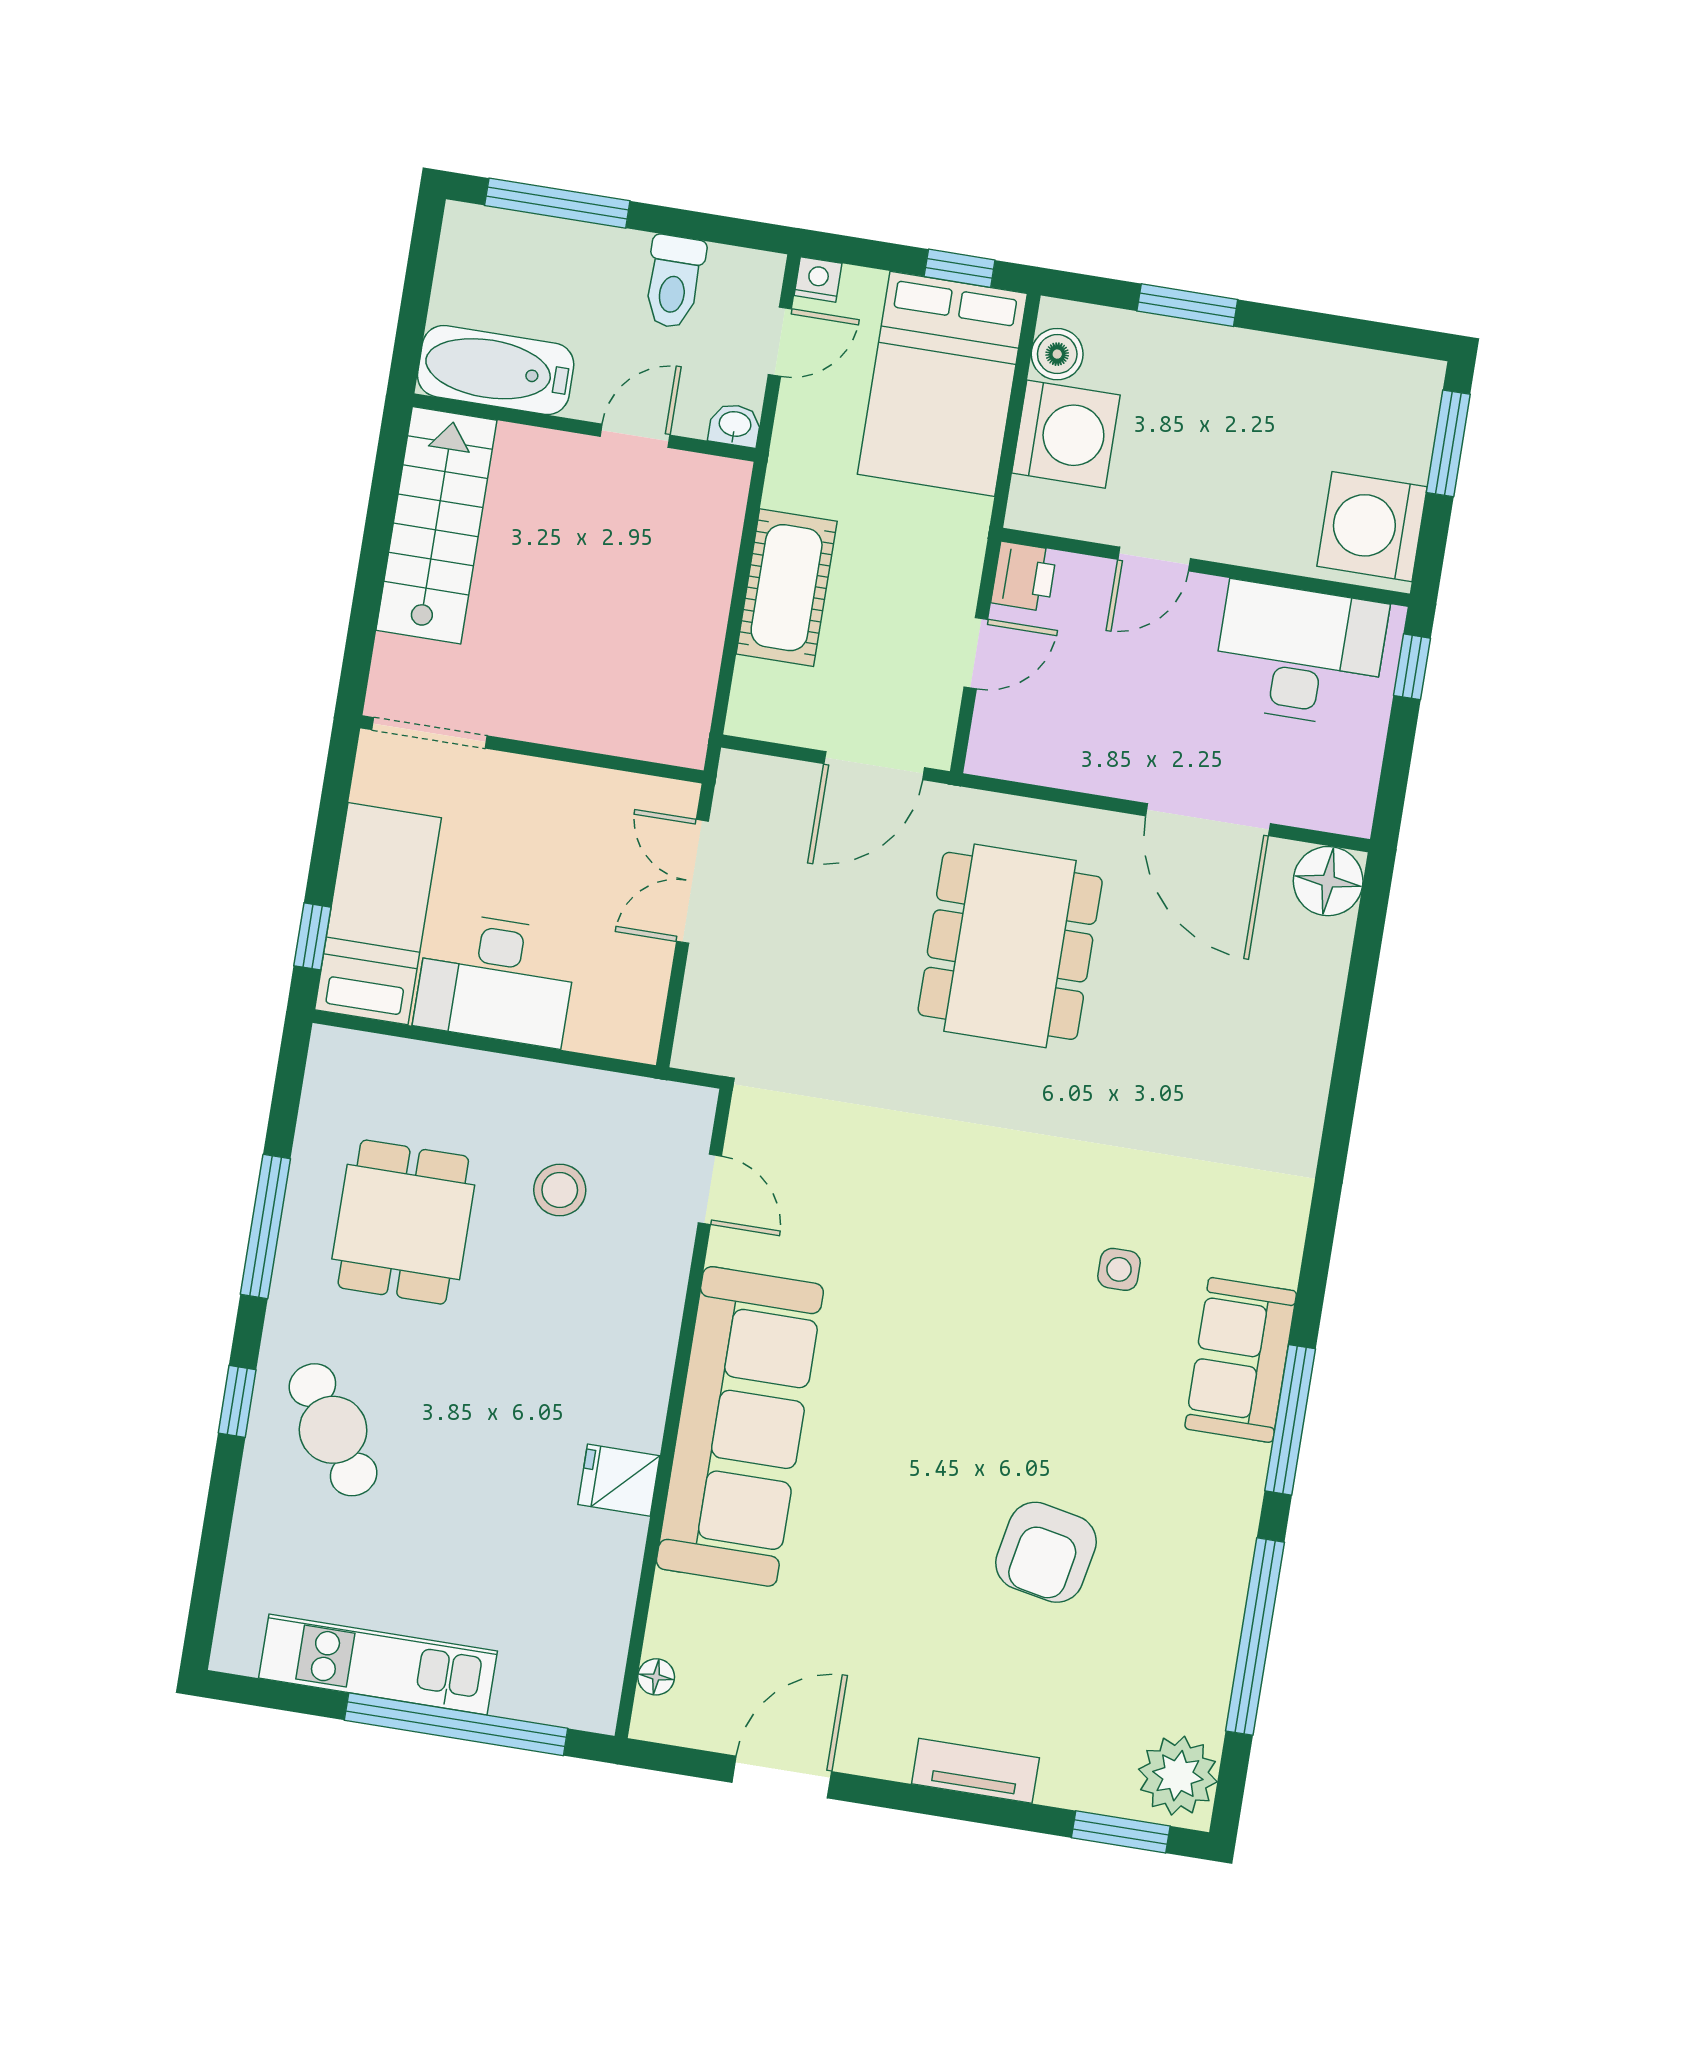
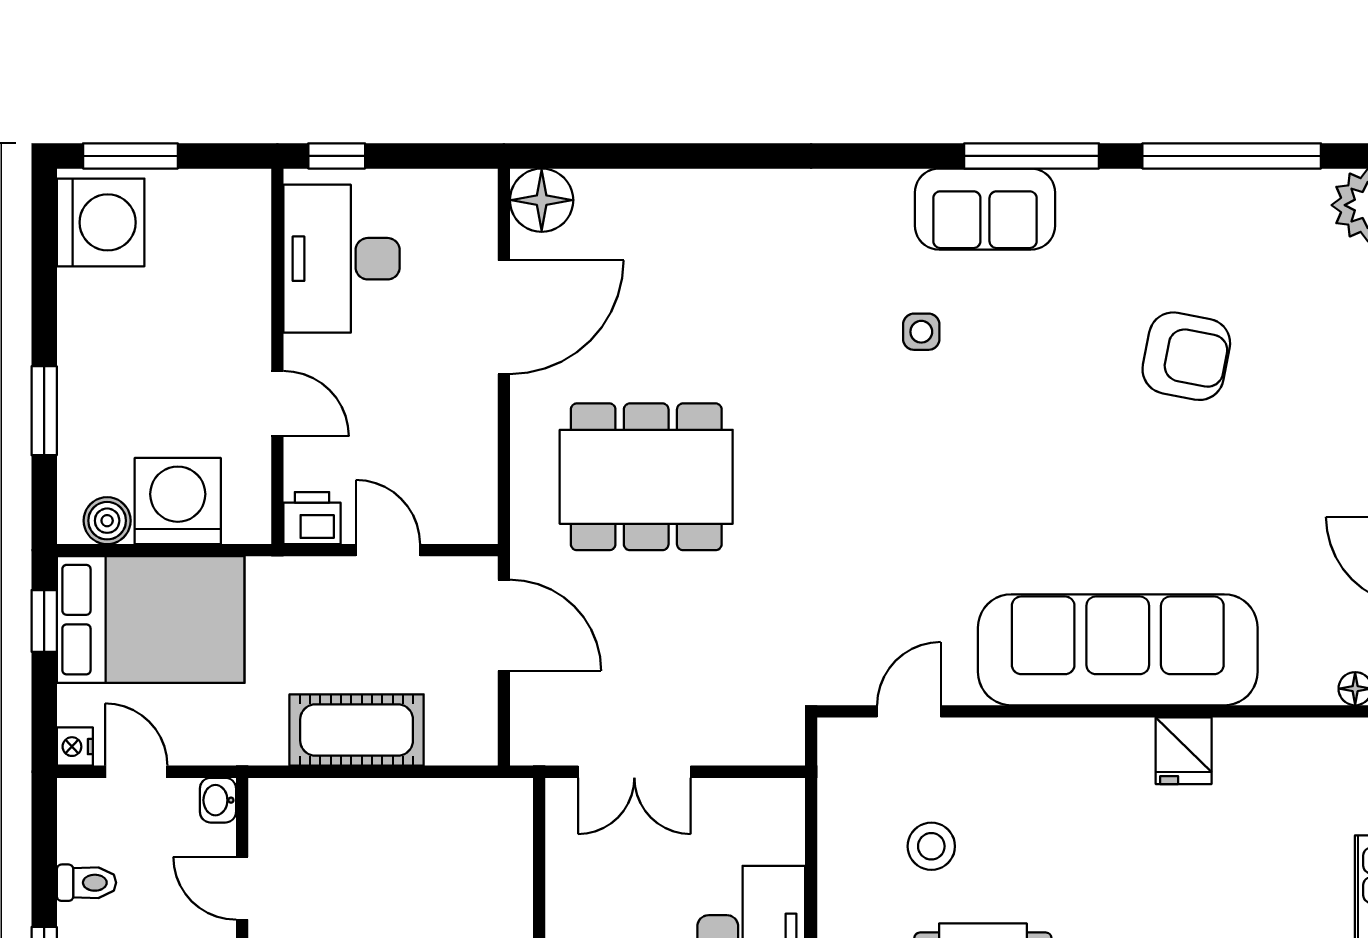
toilet: (674, 282) -> (86, 883), width x0.73, depth x0.72
washing machine: (1372, 527) -> (101, 222), moved, turned -90

